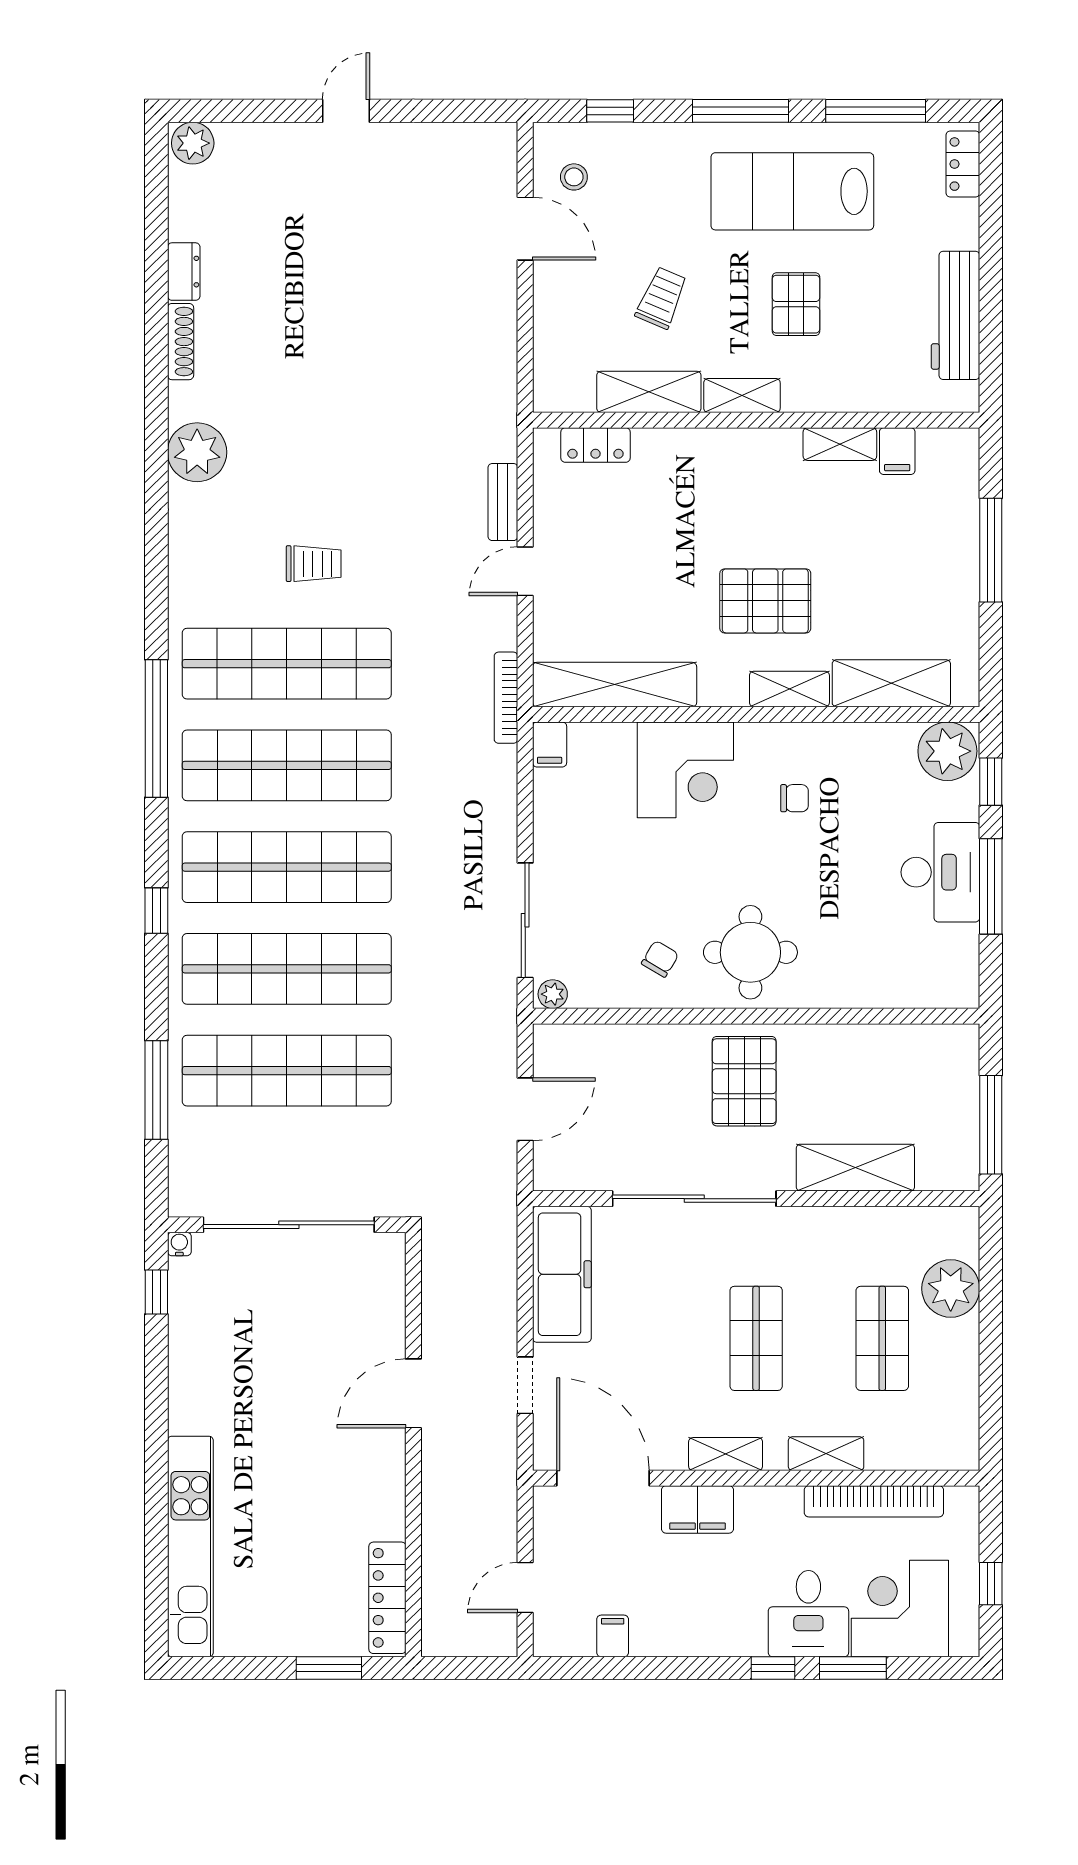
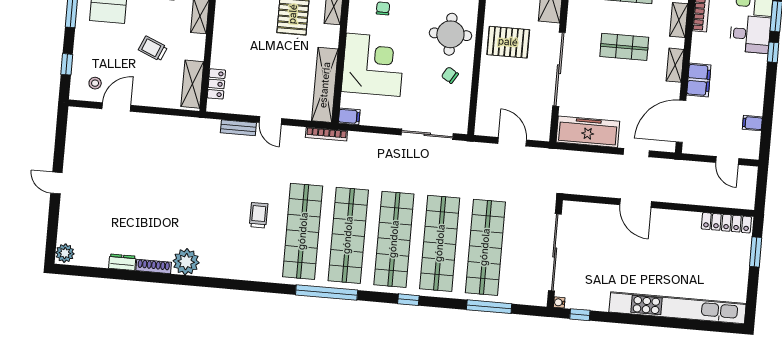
shelving: (649, 392) -> (192, 84), moved
plant: (197, 452) -> (186, 262), moved
corner desk: (685, 770) -> (373, 65), width x1.36, depth x1.36
plant: (553, 994) -> (462, 125), removed
kitchen unit: (190, 1546) -> (678, 308), width x1.36

